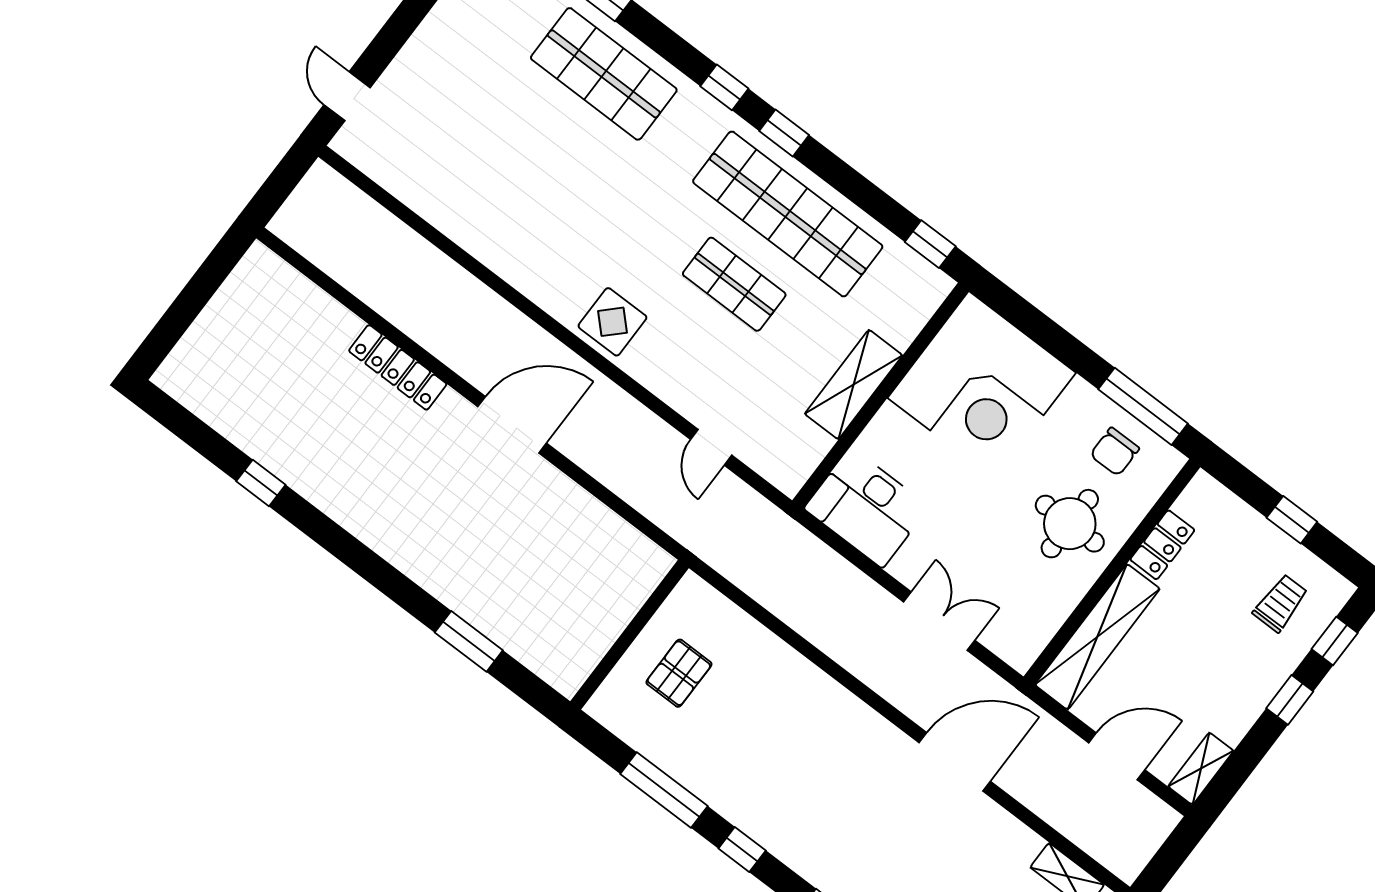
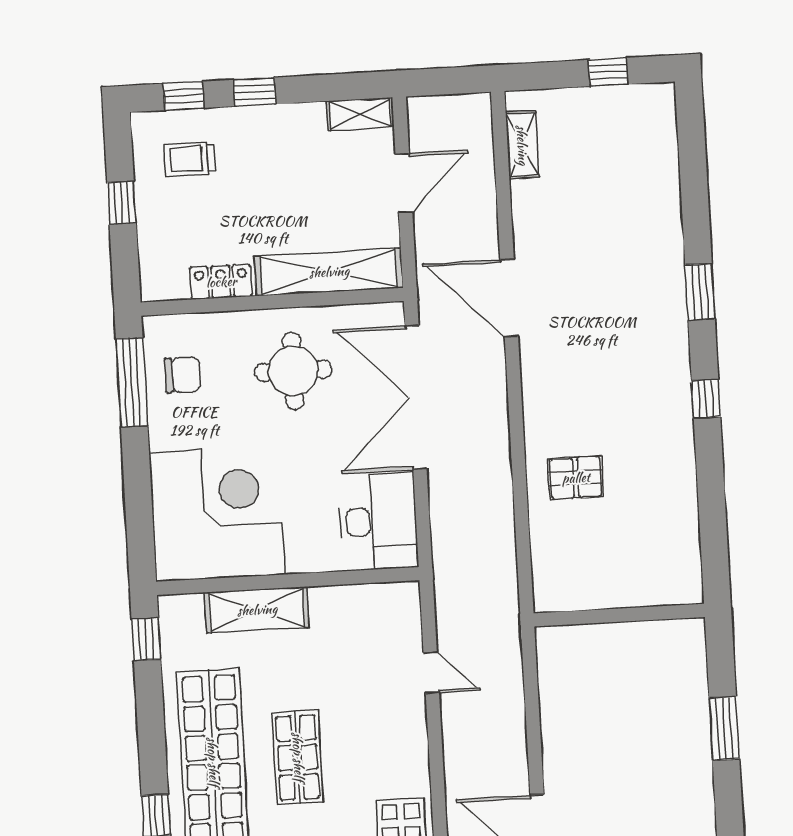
shelving: (854, 385) -> (257, 610), moved
door: (711, 447) -> (431, 672), hinge flipped
round table: (1070, 524) -> (293, 371), moved
double door: (939, 621) -> (416, 397), width x1.87
pallet: (679, 673) -> (576, 478), moved
door: (1117, 756) -> (404, 183), swing flipped
window: (664, 790) -> (711, 493), removed

